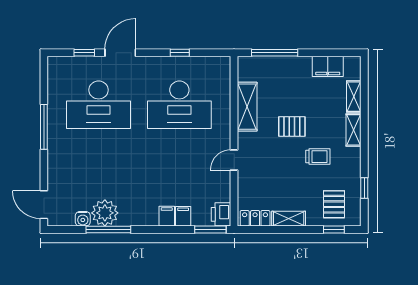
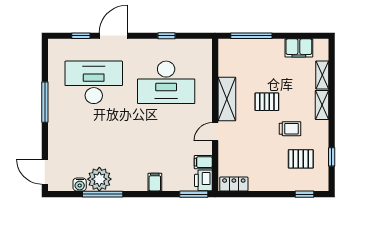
desk: (99, 105) -> (94, 82), turned 180
shelving: (247, 107) -> (227, 99), moved
pallet: (334, 204) -> (301, 159), moved, turned 90
filing cabinet: (183, 216) -> (203, 162), moved, turned -90
shelving: (289, 219) -> (264, 184), removed

